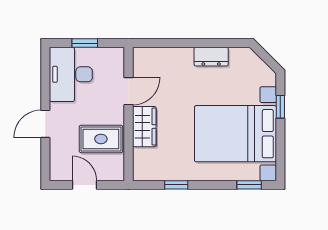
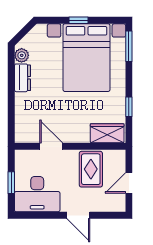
plant: (238, 56) -> (22, 55), added
window: (280, 107) -> (79, 20), moved
wardrobe: (144, 127) -> (107, 133), moved
window: (249, 185) -> (129, 46), width x1.50

